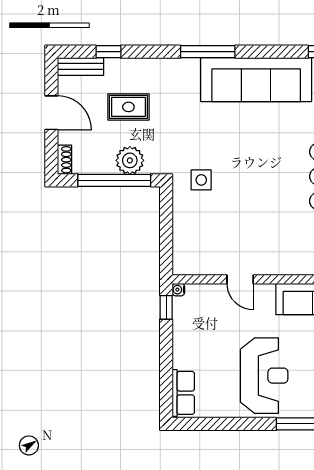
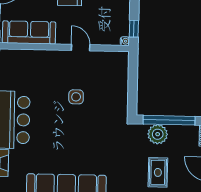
rug: (128, 107) -> (158, 172), turned 90
side table: (201, 180) -> (76, 97), moved

